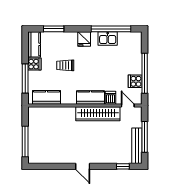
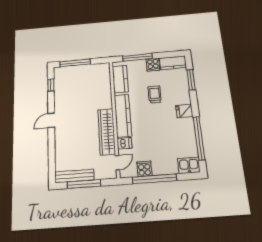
kitchen sink: (108, 39) -> (189, 165), moved, turned 90
kitchen counter: (91, 97) -> (123, 116), width x1.50
window: (123, 166) -> (51, 85), moved

